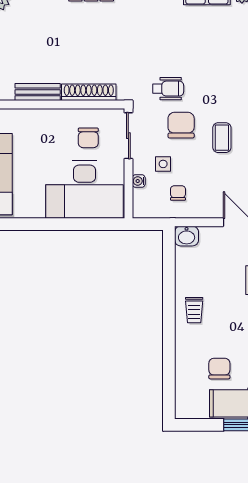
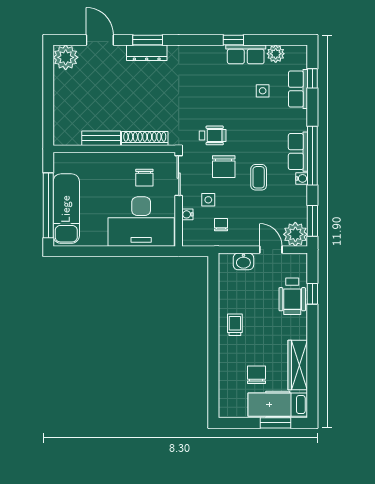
side table: (227, 36) -> (263, 91), added
chair: (181, 125) -> (224, 167), turned 180
washbasin: (187, 236) -> (243, 261), moved
trolley: (194, 310) -> (235, 325), turned 180

